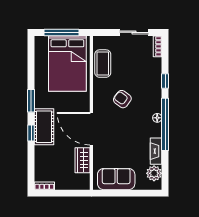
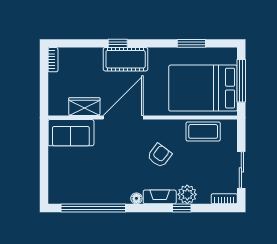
window: (31, 101) -> (191, 43), moved
window: (165, 124) -> (93, 208), moved
fireplace: (156, 151) -> (160, 197), moved
plant: (154, 173) -> (187, 194), moved
sofa: (116, 179) -> (71, 133), moved, turned 90

